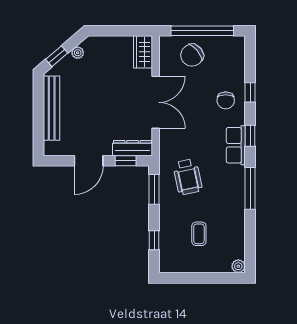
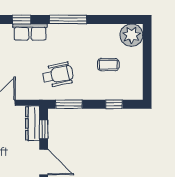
plant: (238, 266) -> (132, 35), width x1.88, depth x1.88

